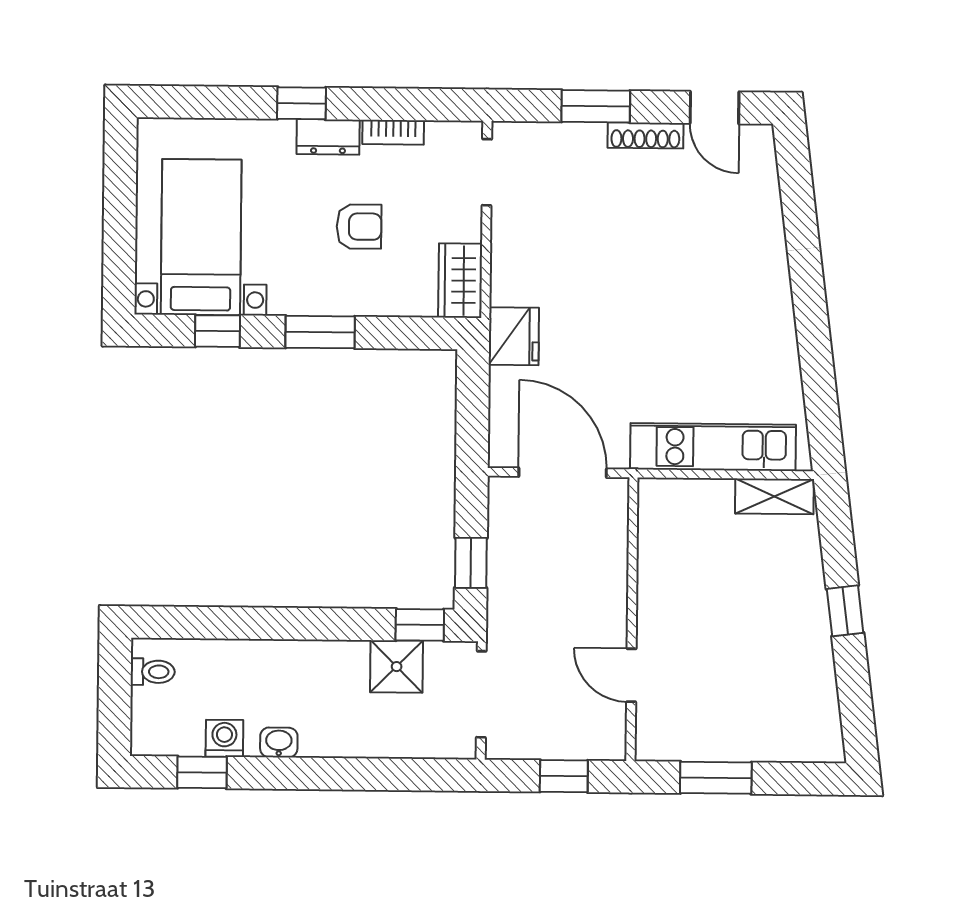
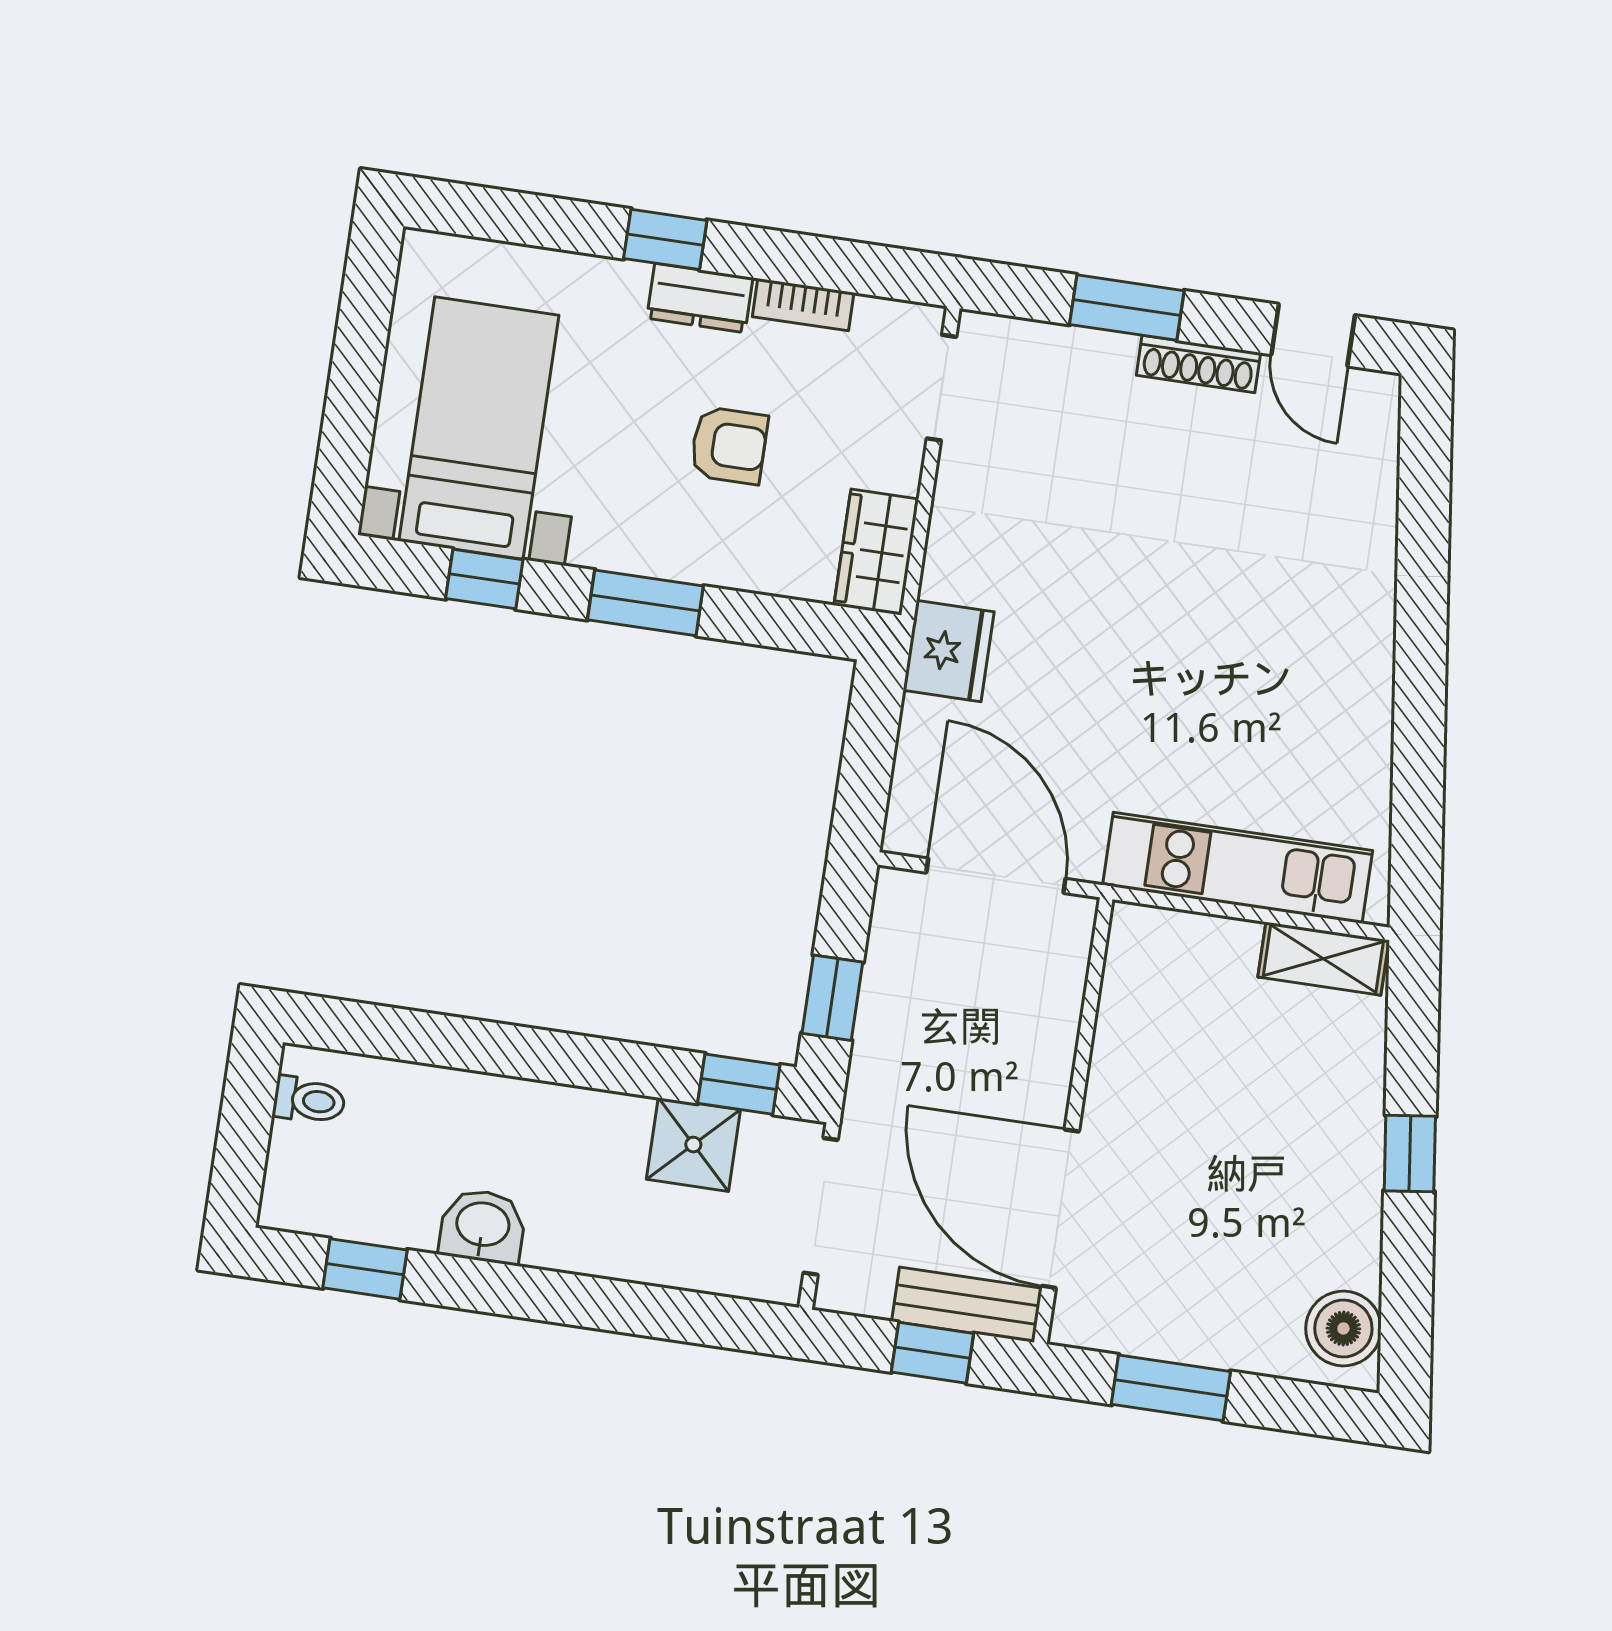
door: (631, 675) -> (1060, 1209), width x1.87
boiler: (819, 726) -> (1343, 1328), added
washing machine: (224, 738) -> (408, 1220), removed
washbasin: (279, 742) -> (483, 1226), width x1.38, depth x1.45
bench: (581, 743) -> (967, 1305), added

